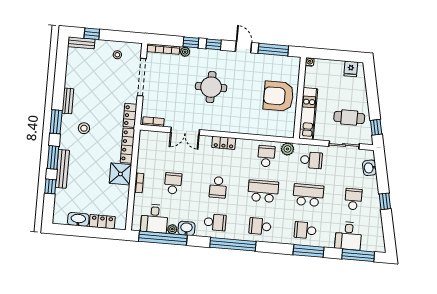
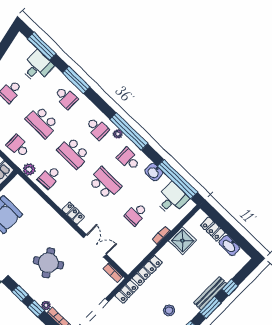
round table: (211, 87) -> (48, 263), turned -33
shower: (120, 174) -> (182, 241), moved
school desk: (218, 187) -> (105, 183), width x1.85
plant: (172, 229) -> (118, 134), moved

